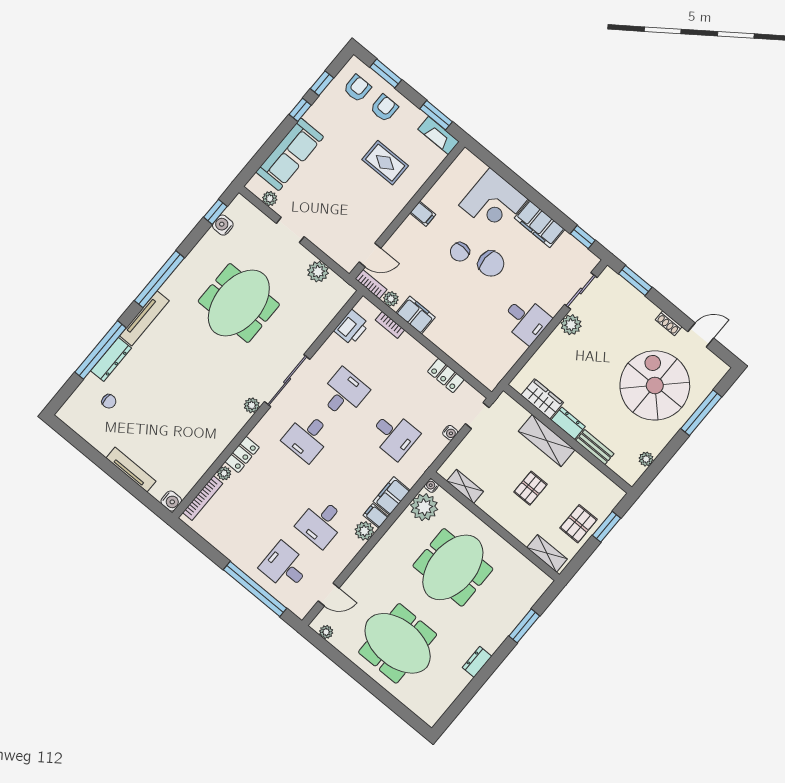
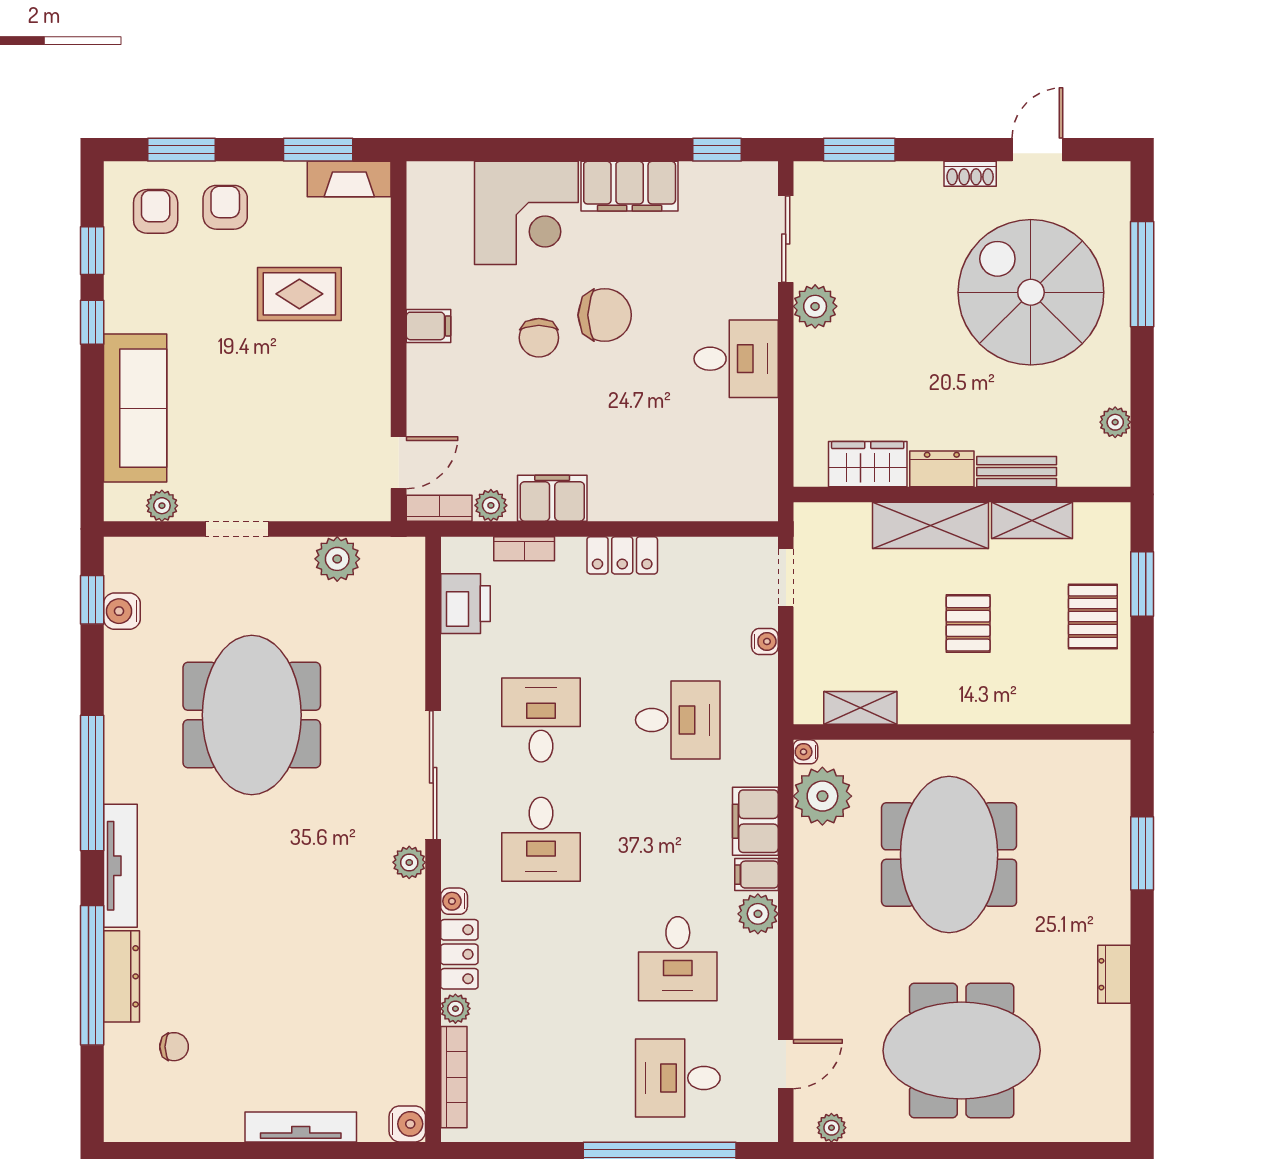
locker: (446, 376) -> (622, 555), moved
water cooler: (256, 433) -> (454, 901), added
shelving: (547, 553) -> (1032, 520), moved

